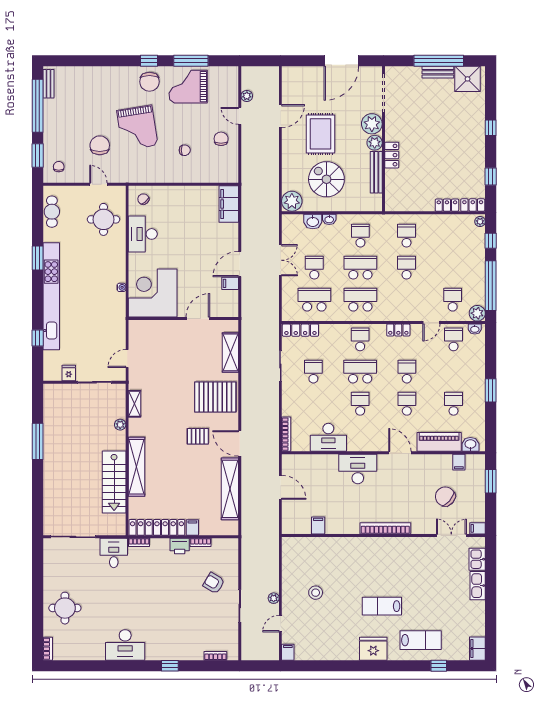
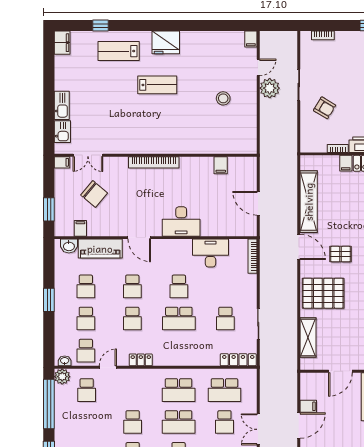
school desk: (360, 339) -> (86, 319), moved
plant: (274, 598) -> (270, 88), width x1.88, depth x1.88

